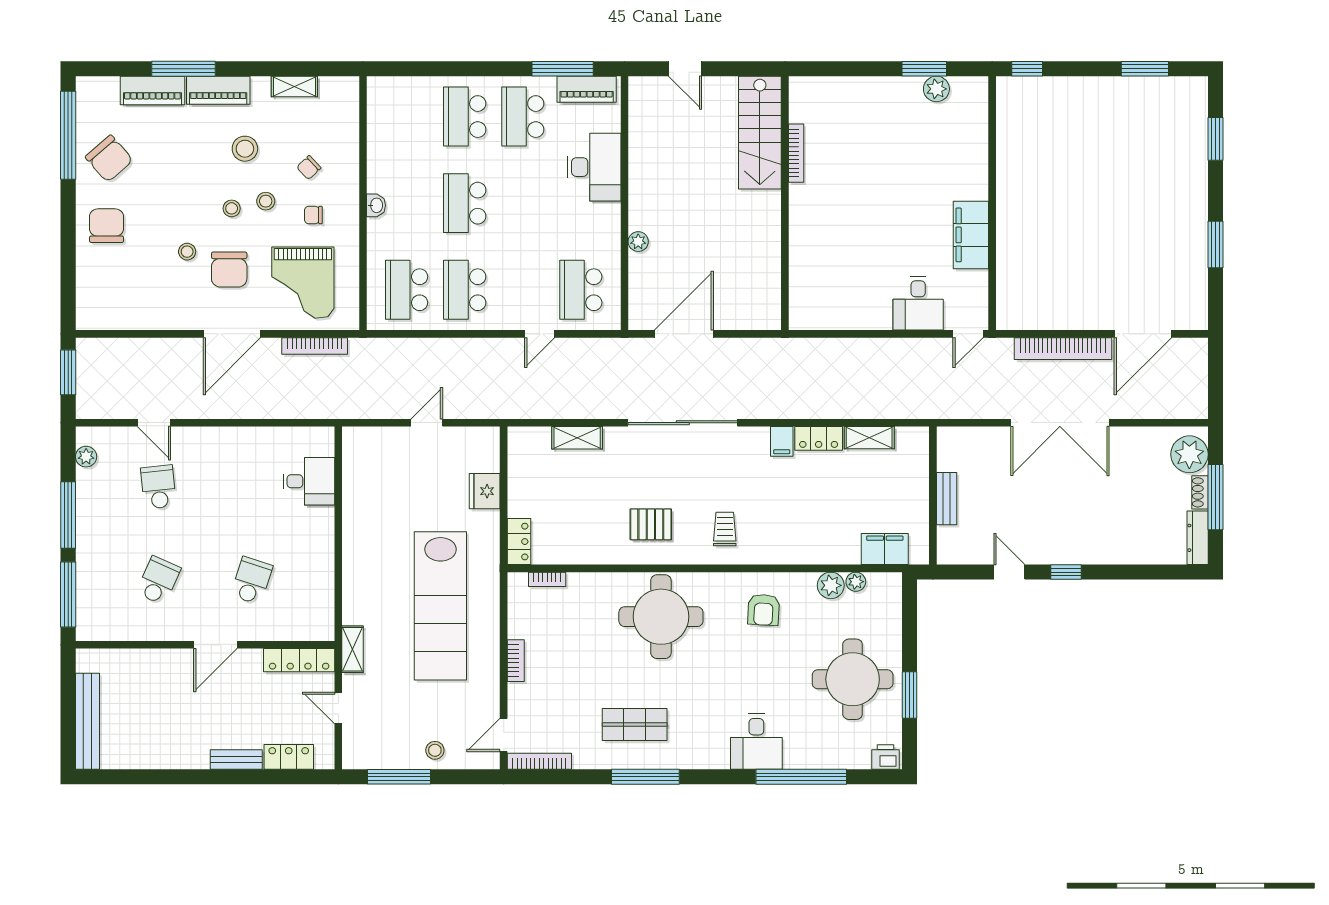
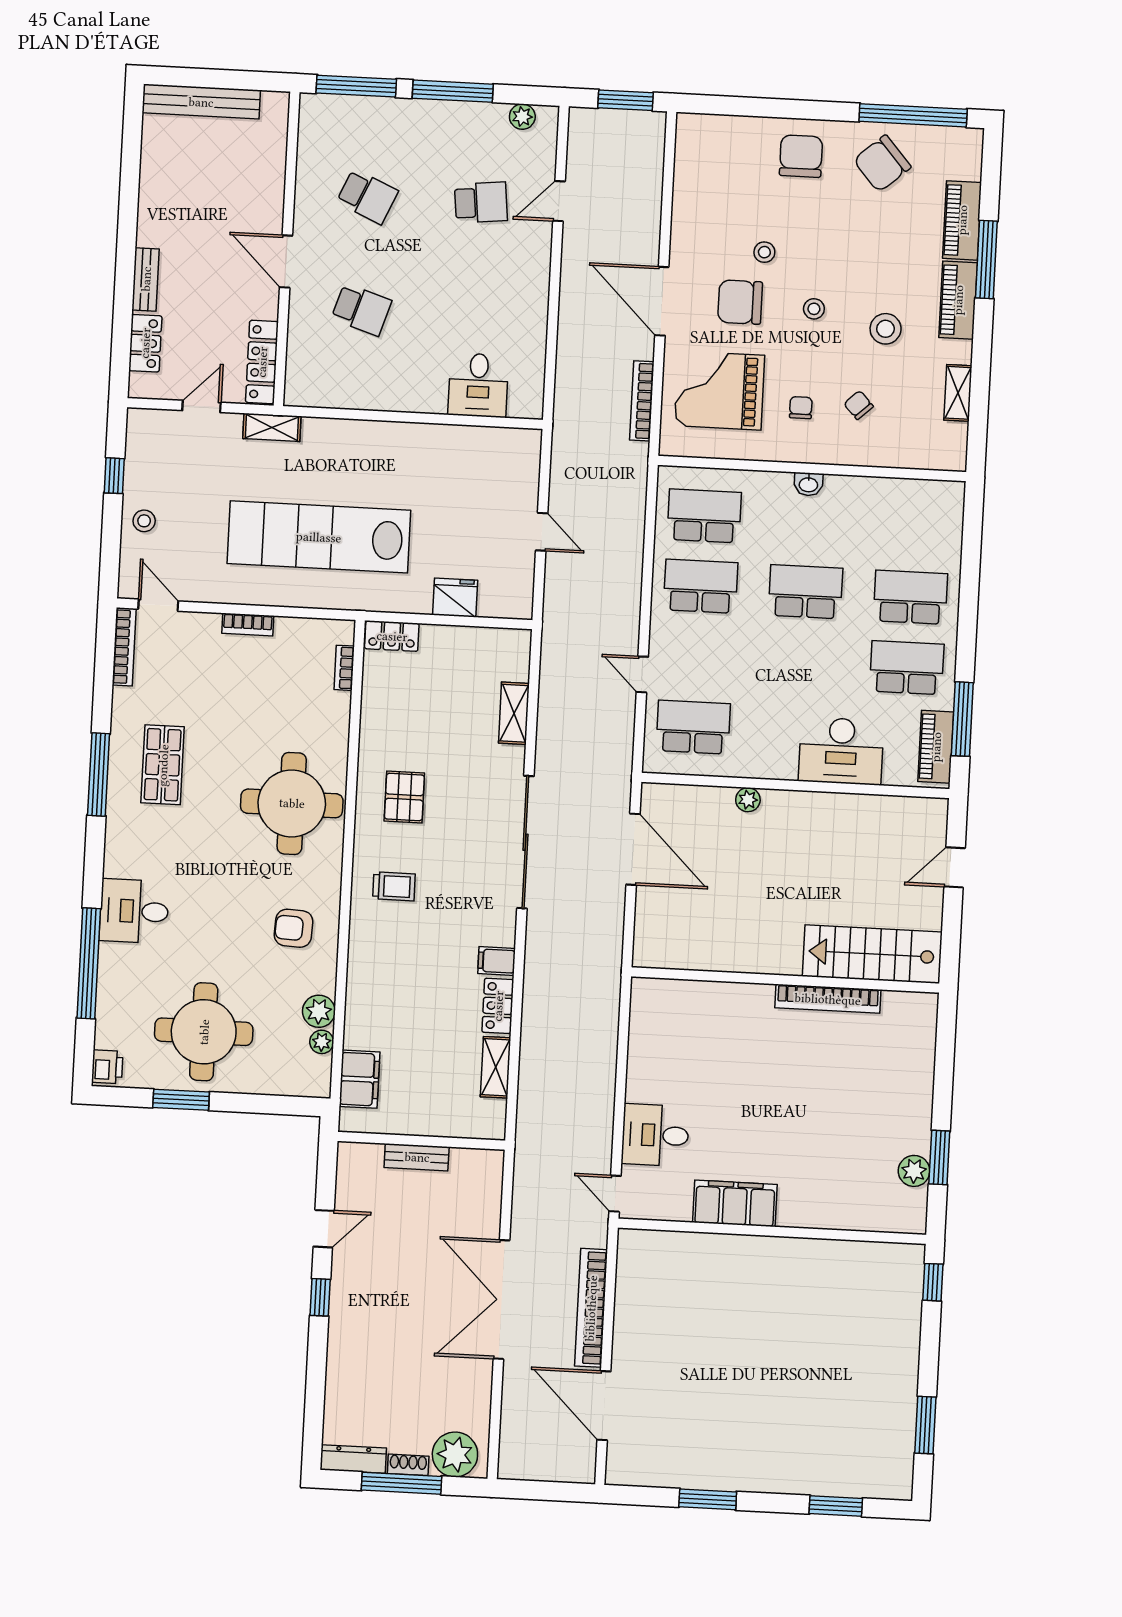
bookcase: (796, 153) -> (828, 999), width x1.48, depth x1.31
stool: (266, 201) -> (821, 351), removed
chair: (107, 226) -> (801, 156), turned -90
window: (399, 777) -> (114, 476), width x0.46

